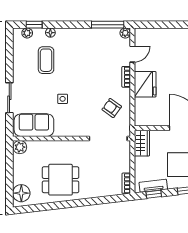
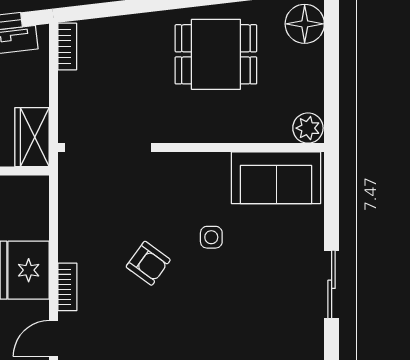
coffee table: (46, 60) -> (249, 325), removed
sliding door: (9, 98) -> (332, 284), moved
armchair: (112, 108) -> (148, 263), moved

